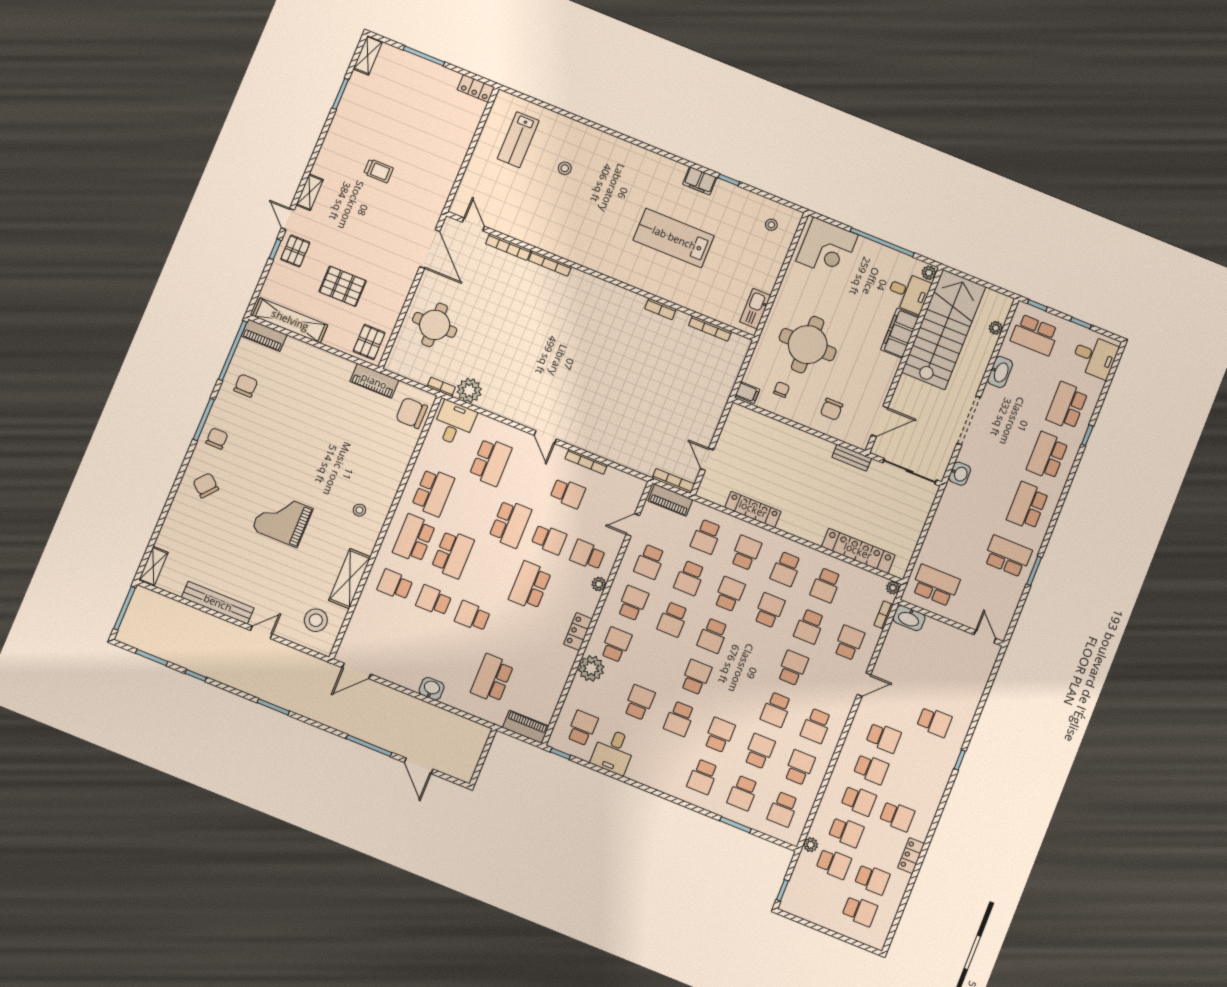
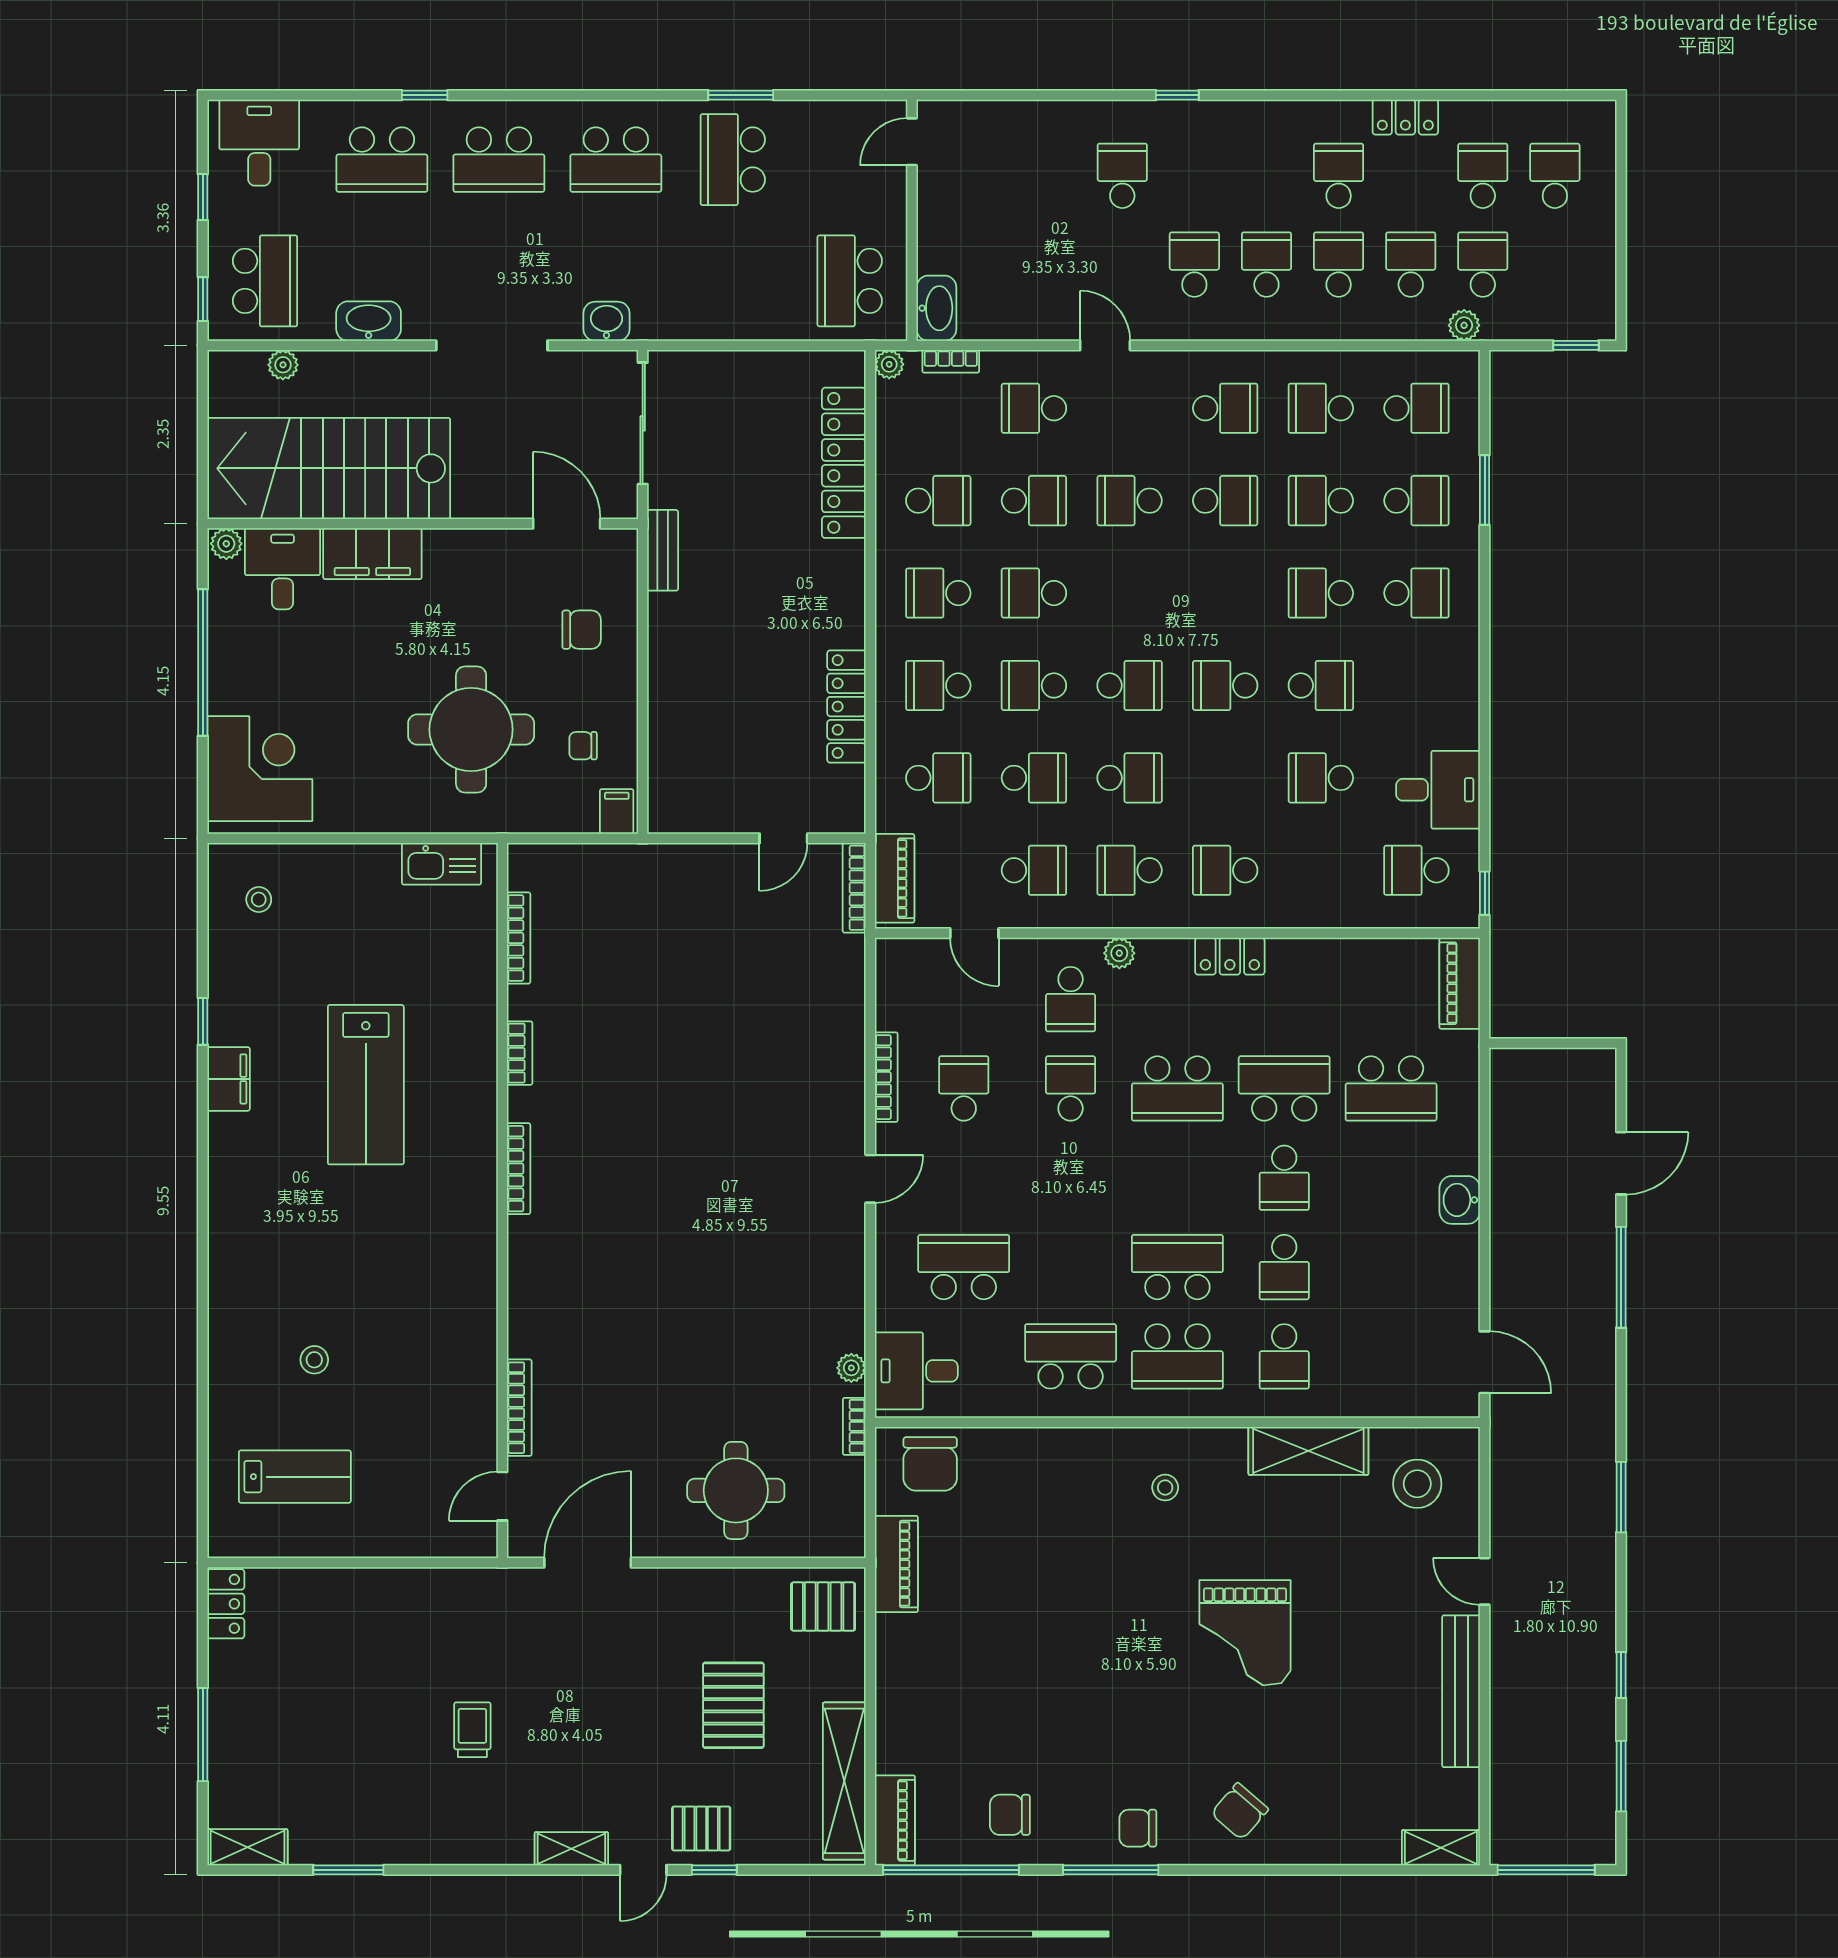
bookcase: (550, 264) -> (519, 1169), moved
plant: (469, 390) -> (851, 1368), width x0.53, depth x0.53
school desk: (510, 524) -> (1284, 1088), moved
school desk: (786, 569) -> (938, 593), turned 180
plant: (591, 668) -> (1292, 901), removed

